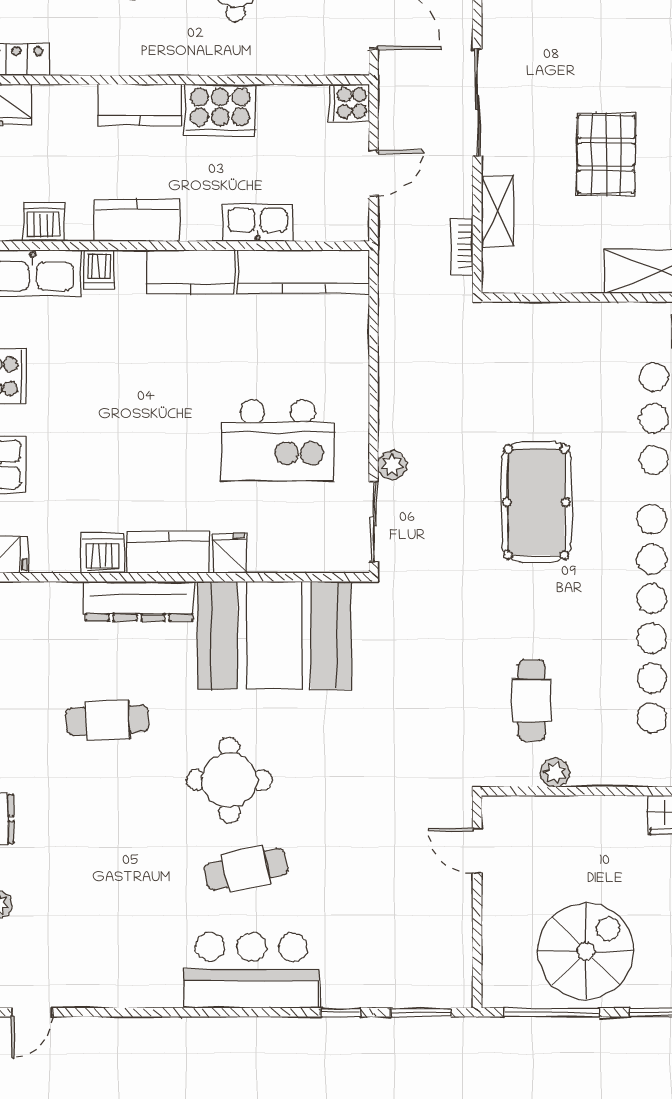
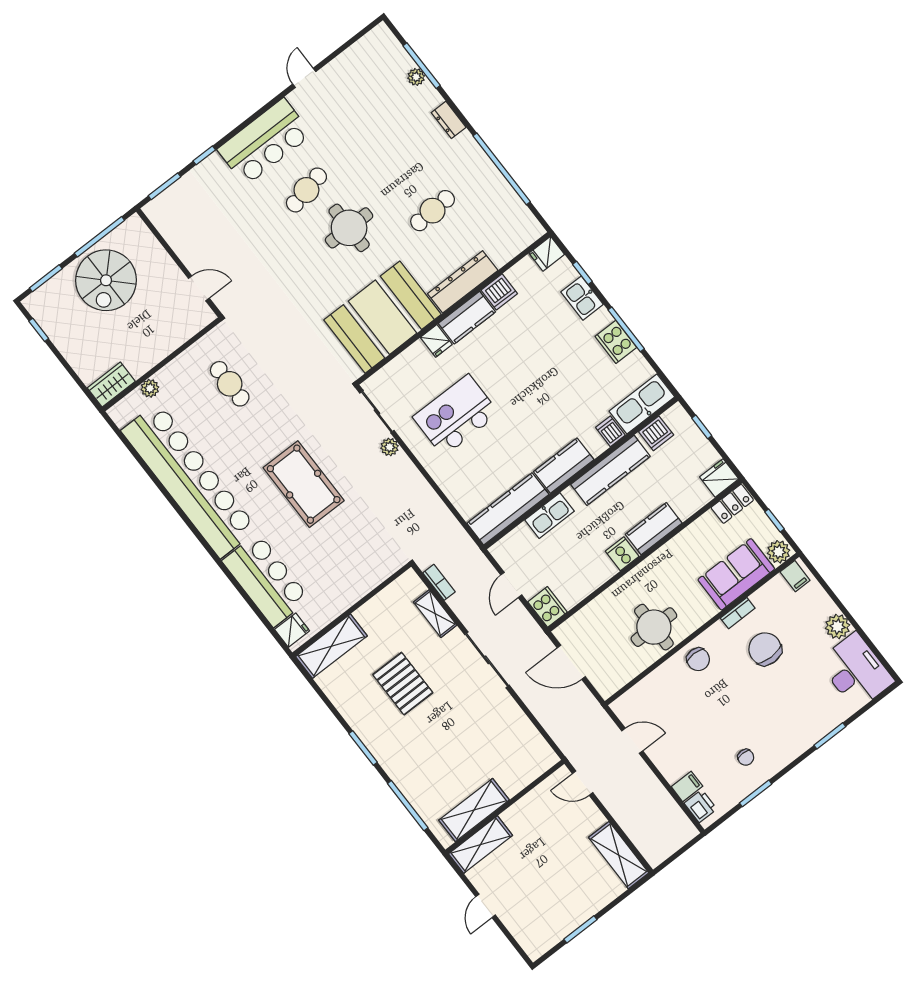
cooker: (349, 103) -> (548, 607), width x1.36
cooker: (220, 110) -> (622, 554), width x0.53, depth x0.76
kitchen counter: (137, 220) -> (611, 470), width x1.50
plant: (555, 773) -> (150, 388), moved
door: (32, 1012) -> (304, 78), moved

